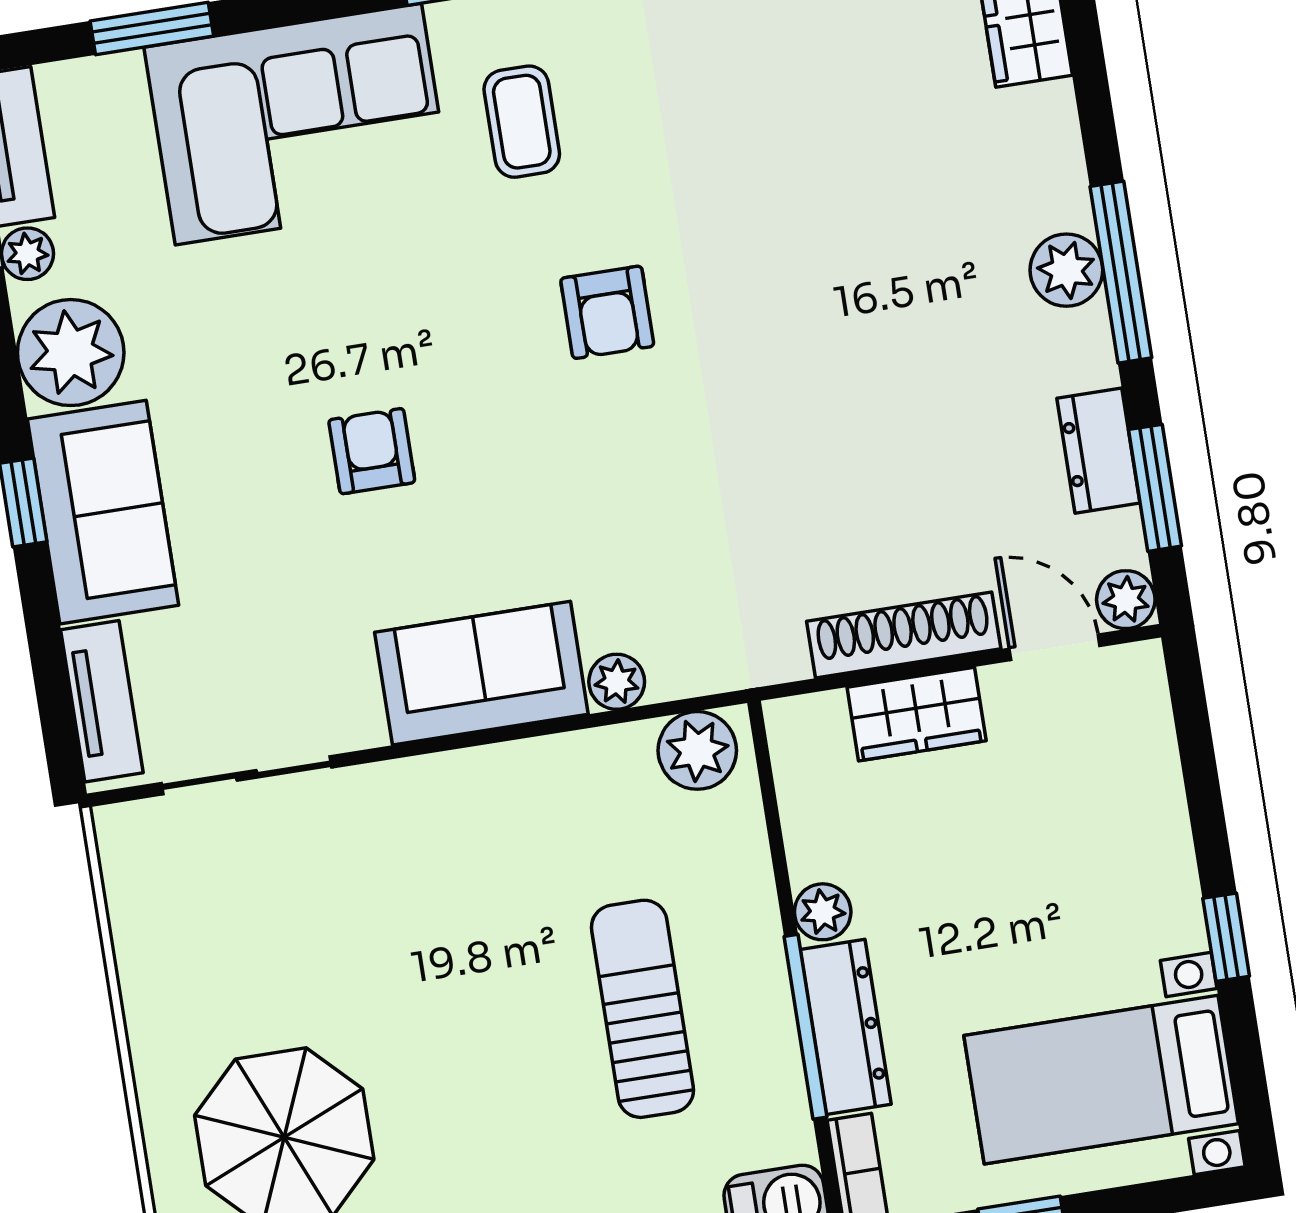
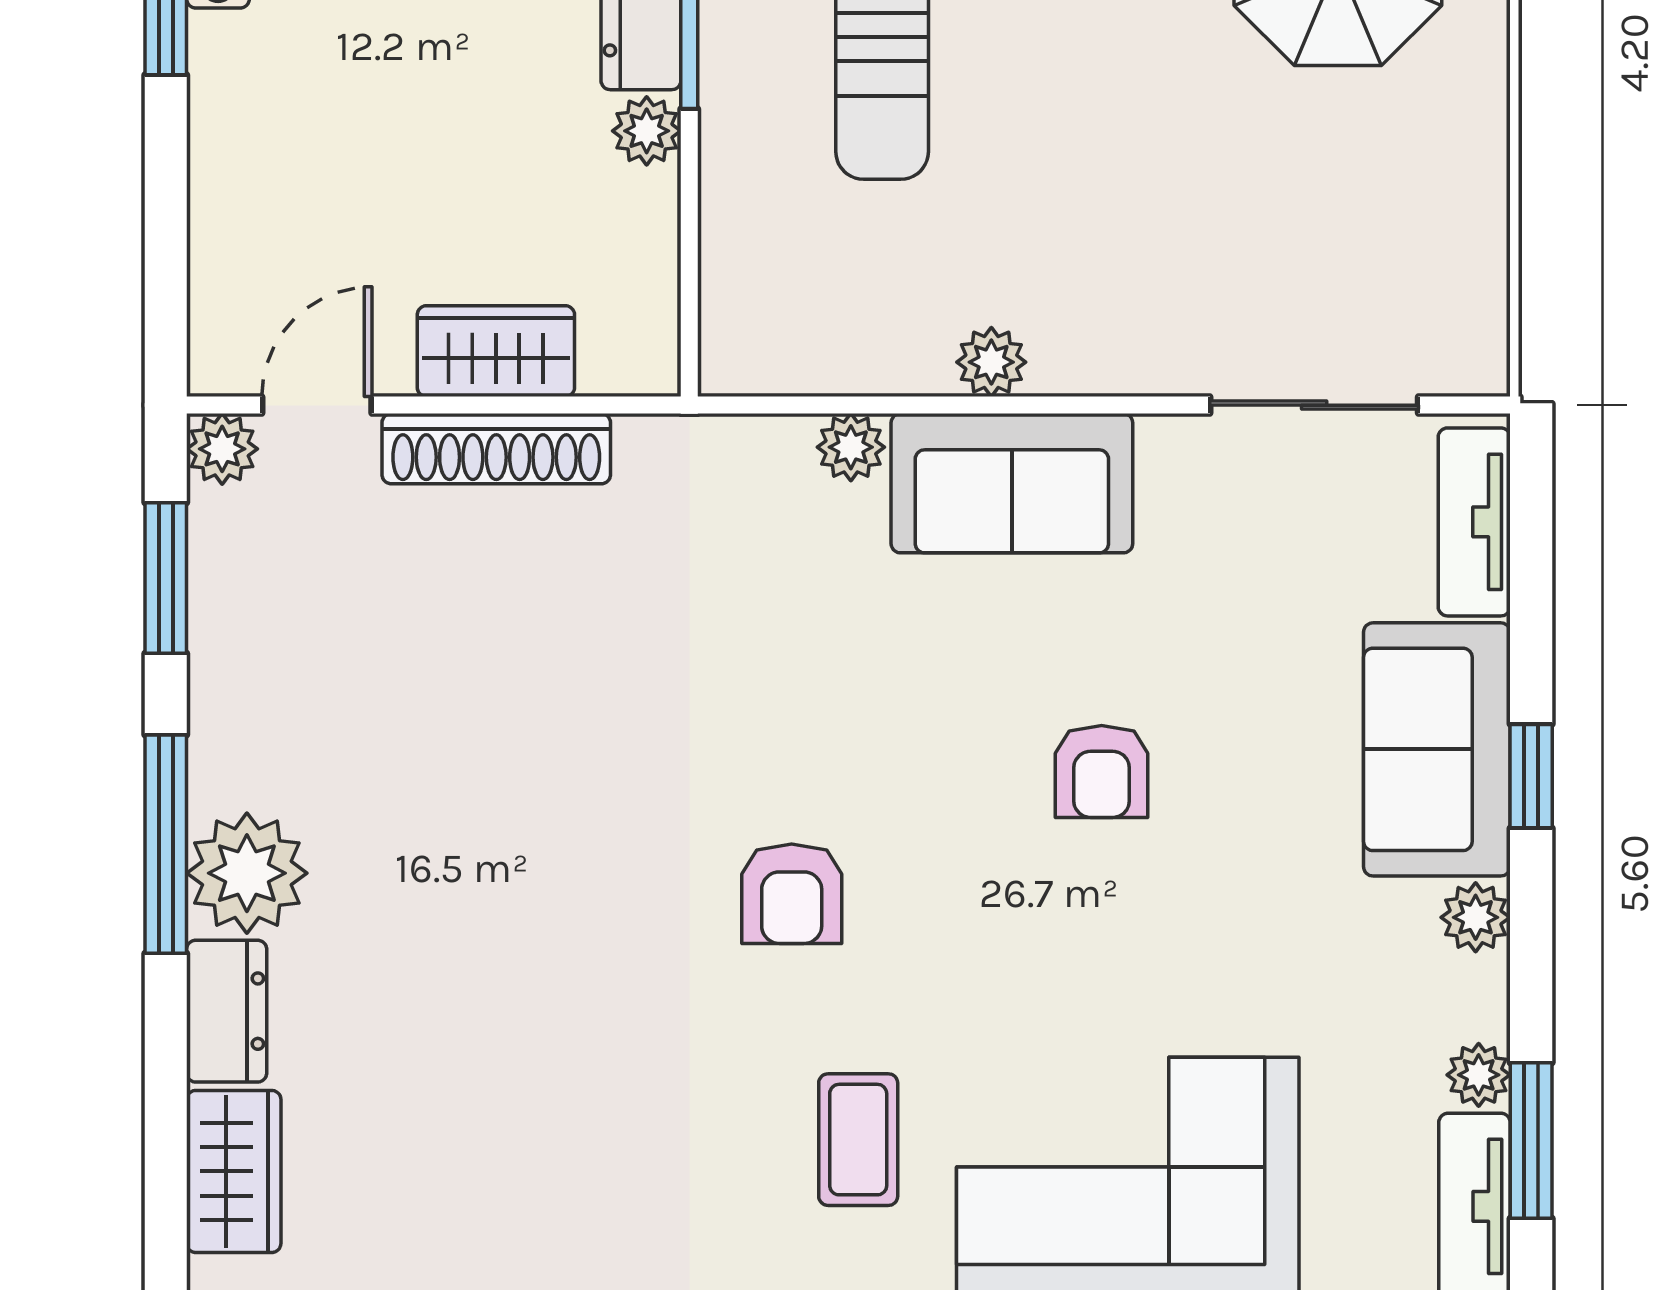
plant: (1066, 270) -> (247, 873), width x1.36, depth x1.36
armchair: (607, 312) -> (792, 894), turned 180
plant: (71, 353) -> (1476, 917), width x0.53, depth x0.53
dresser: (1098, 451) -> (227, 1011), moved
door: (1055, 647) -> (317, 405), swing flipped
plant: (697, 750) -> (991, 362), moved, width x0.73, depth x0.73

